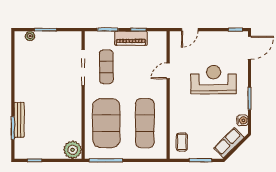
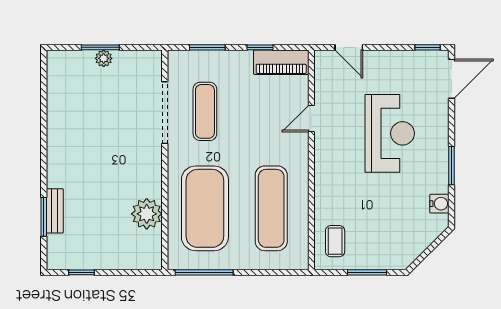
door: (190, 30) -> (349, 47), hinge flipped
plant: (30, 36) -> (104, 58), moved
piano: (131, 38) -> (281, 62), moved
reception desk: (214, 80) -> (390, 133), turned 90
bench: (19, 120) -> (55, 211), width x0.73
row of seats: (229, 143) -> (416, 242), removed
plant: (73, 150) -> (147, 214), moved

